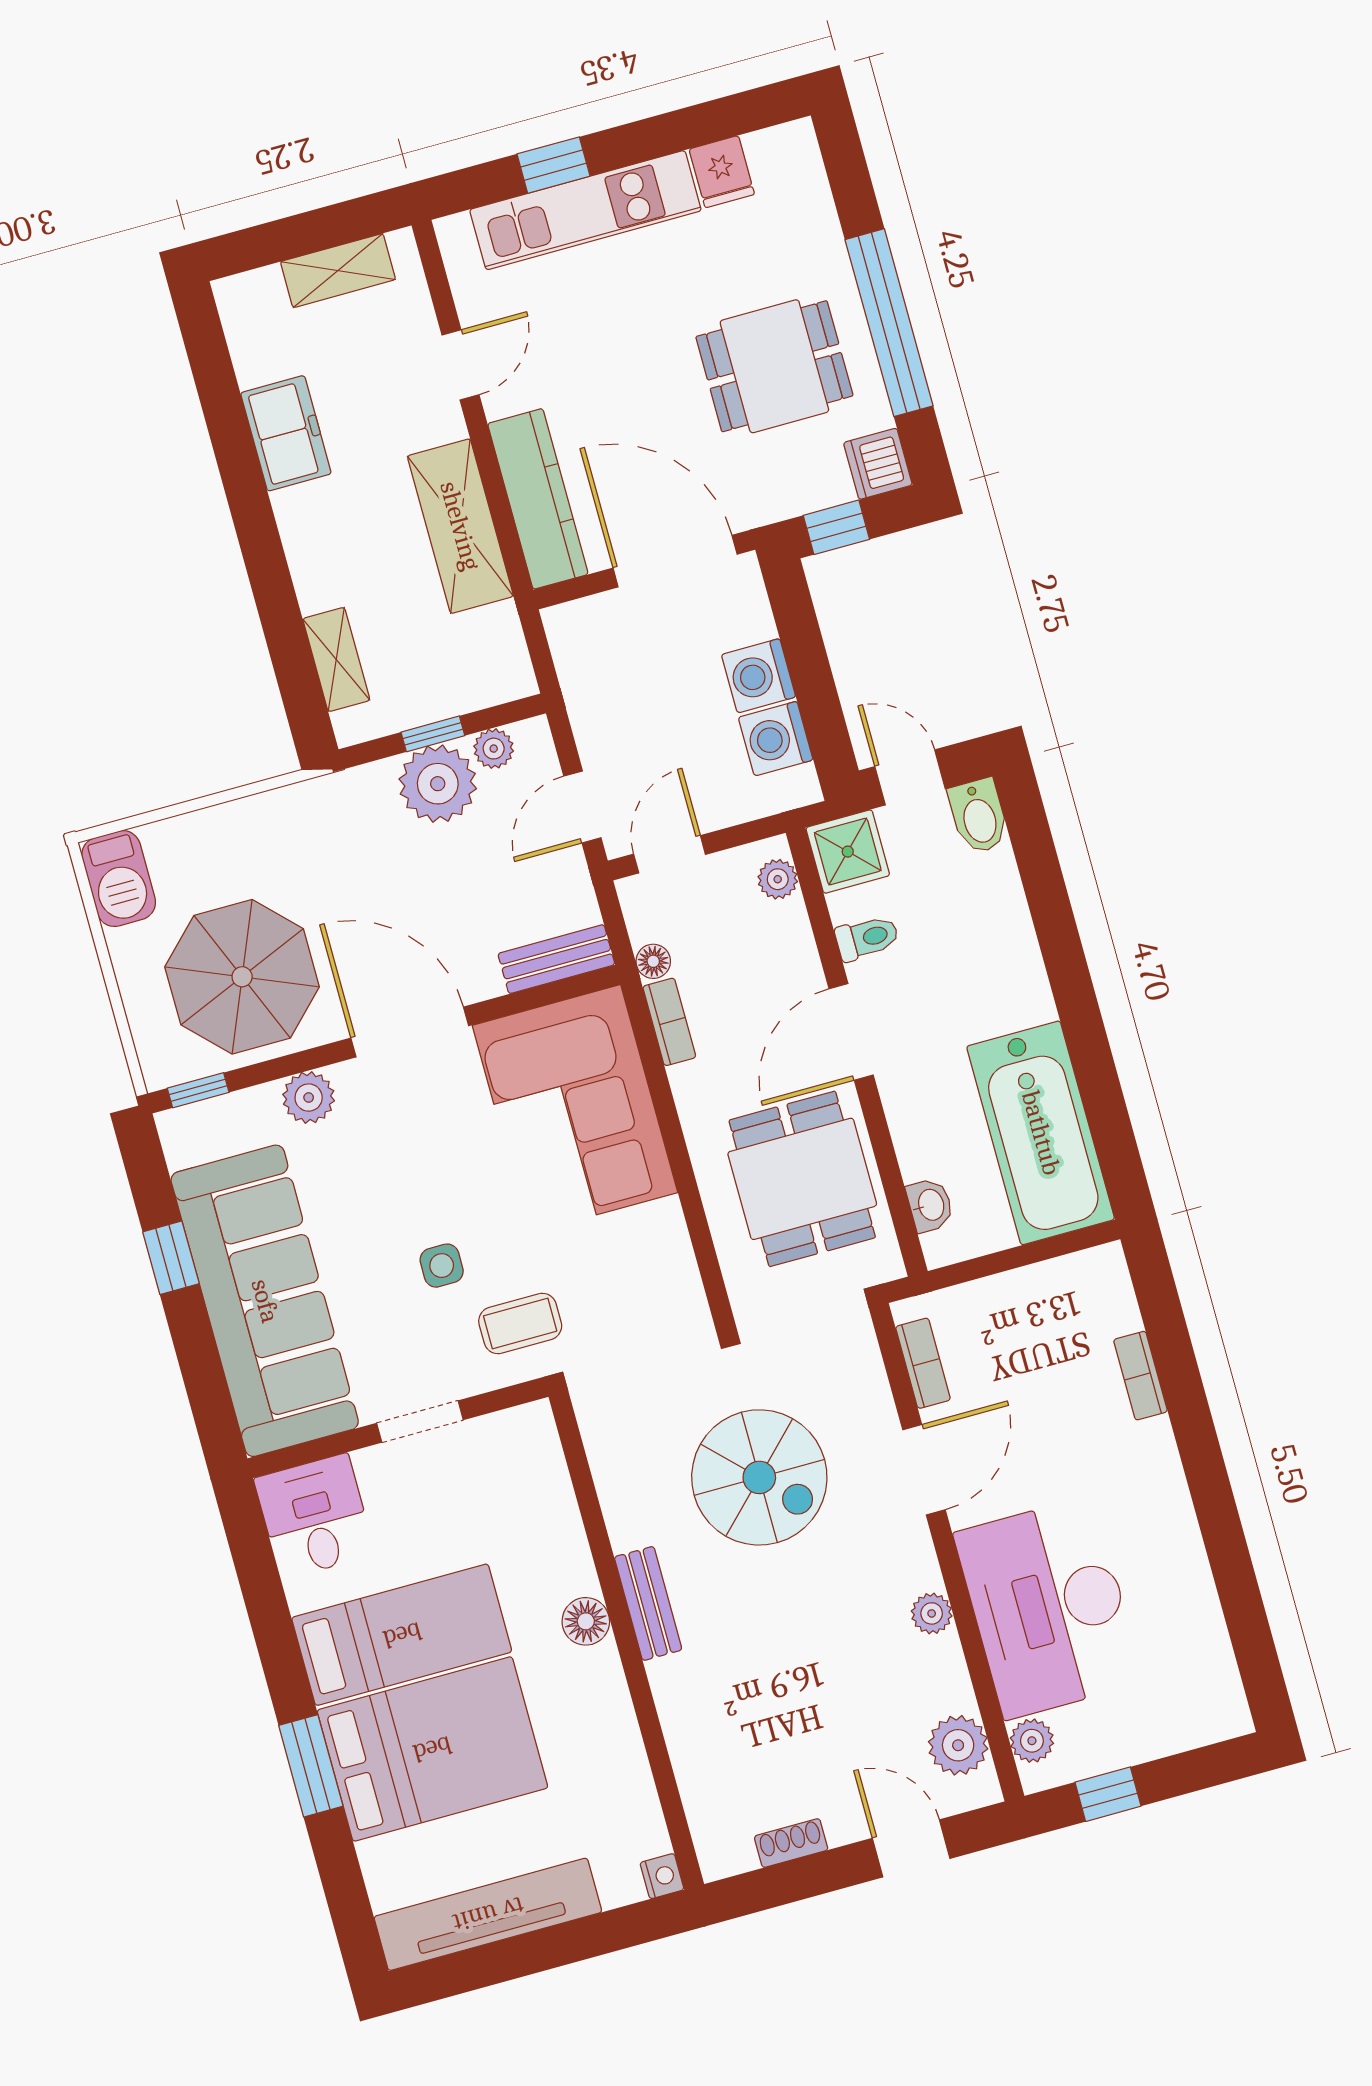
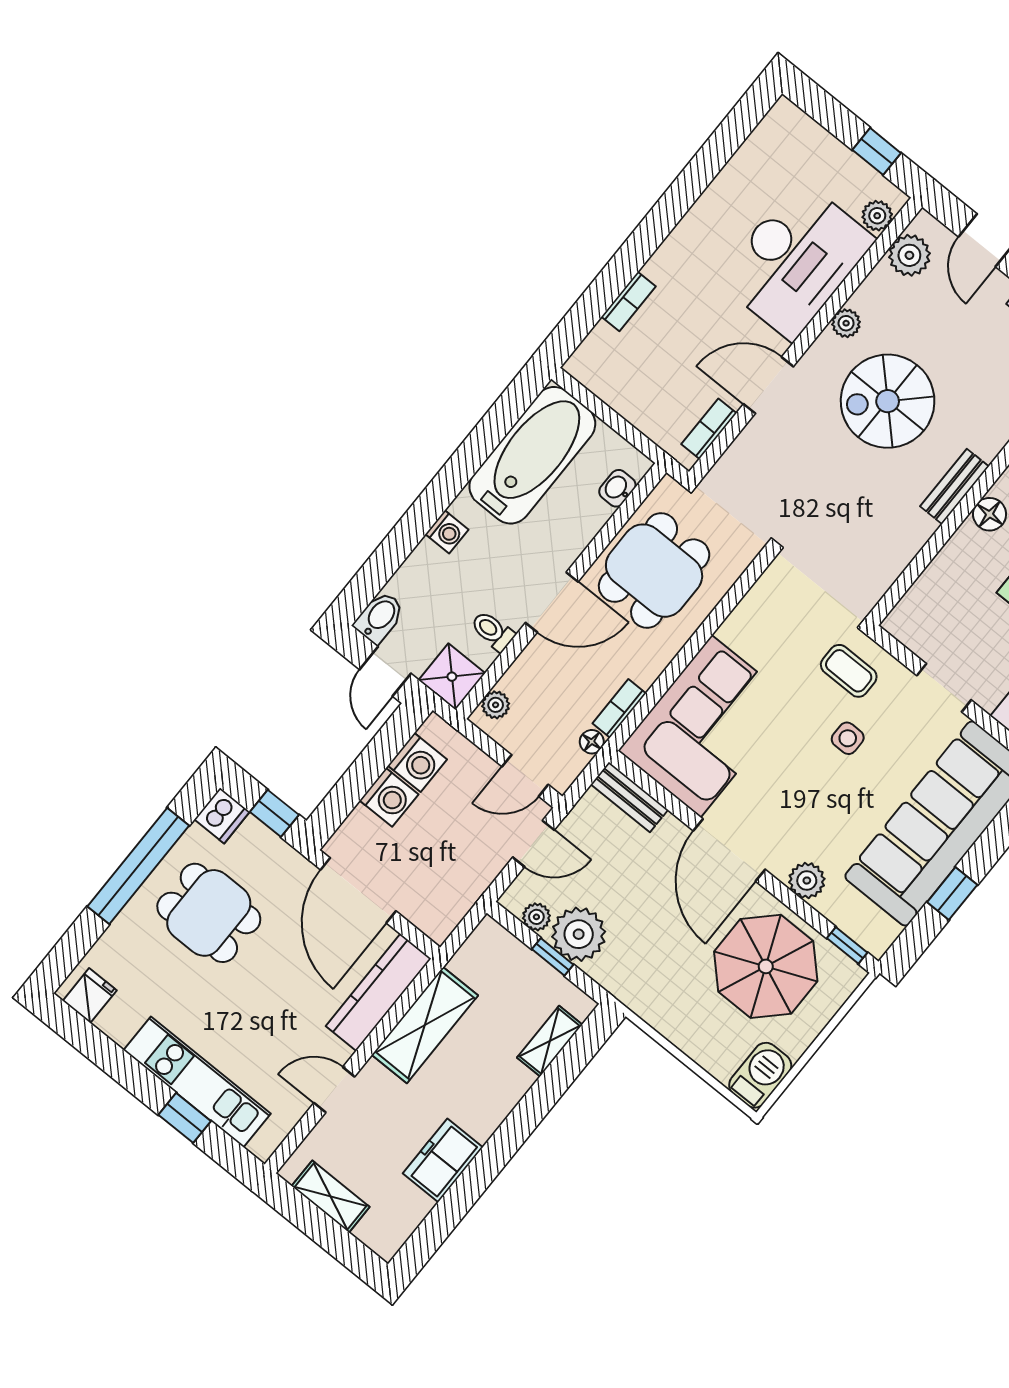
fridge: (722, 172) -> (90, 996), moved
washing machine: (1022, 968) -> (447, 532), added
spiral stairs: (759, 1477) -> (888, 401), moved, turned -90

